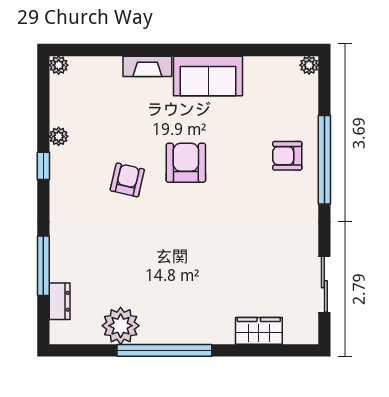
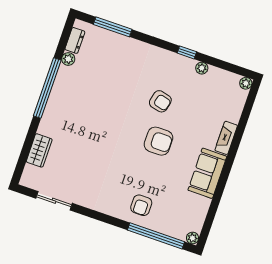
armchair: (287, 156) -> (141, 205), turned 180
window: (324, 160) -> (156, 236), moved
window: (43, 266) -> (113, 27), moved
dresser: (60, 301) -> (75, 40), moved, turned -90
plant: (121, 326) -> (68, 59), width x0.53, depth x0.53

